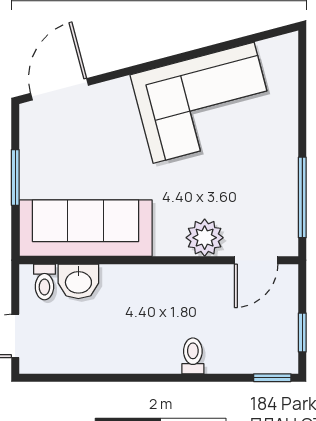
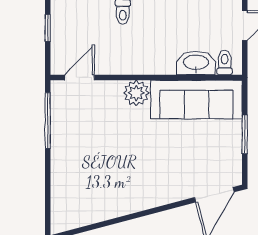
corner sofa: (204, 103) -> (115, 185), removed
plant: (205, 238) -> (136, 93), moved
washbasin: (78, 281) -> (196, 63), width x1.38

